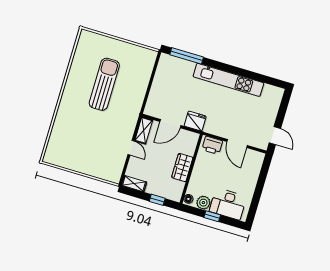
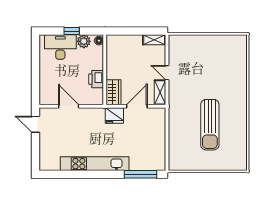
printer: (212, 145) -> (96, 79), moved, turned -90
wardrobe: (182, 167) -> (113, 92), moved
window: (157, 200) -> (128, 31), removed

